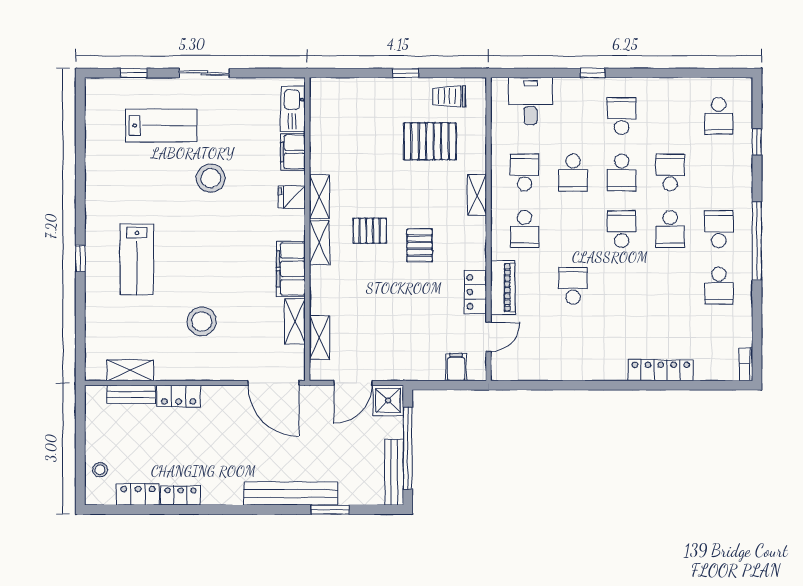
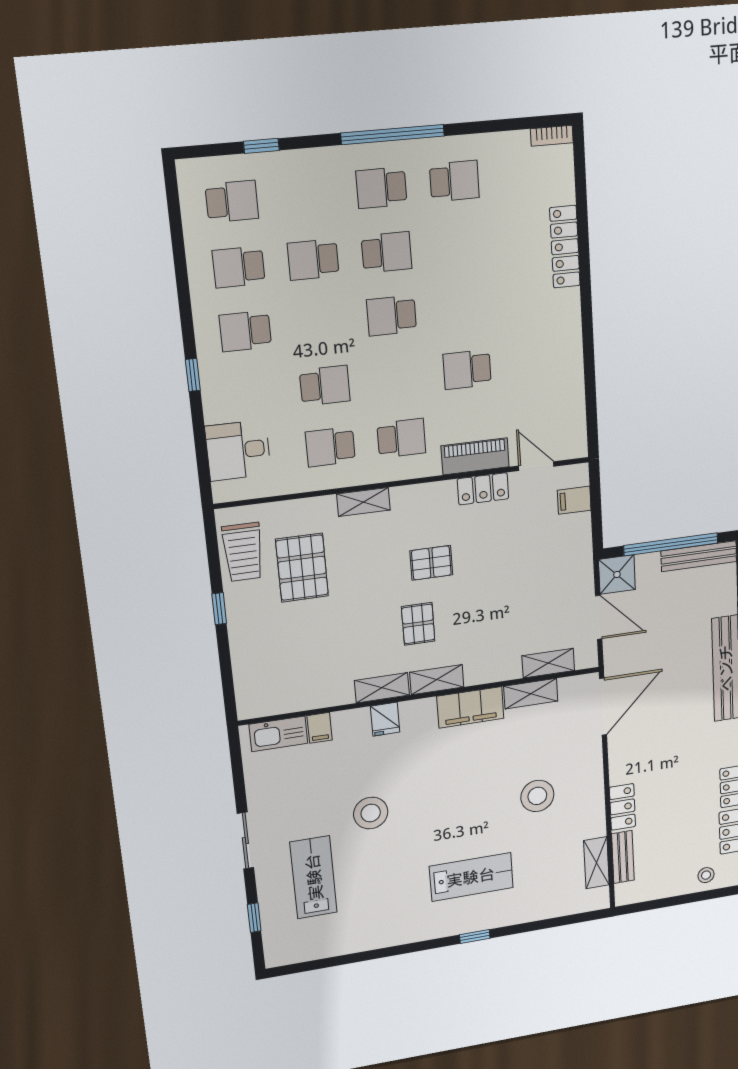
trolley: (449, 96) -> (243, 552), width x1.36, depth x1.39
filing cabinet: (293, 152) -> (320, 728), width x0.50
school desk: (622, 173) -> (239, 267), moved, turned 180

